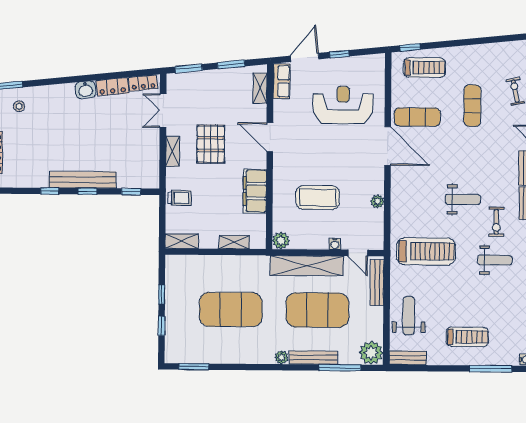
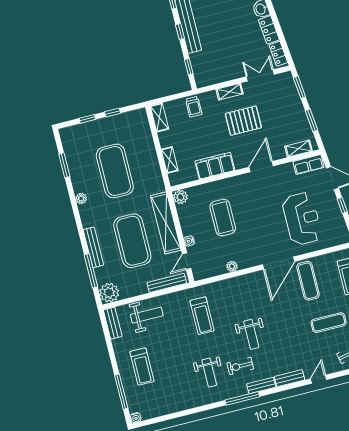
treadmill: (426, 251) -> (202, 316), width x0.73, depth x0.73
plant: (282, 357) -> (81, 199), moved
window: (194, 367) -> (64, 165), moved

